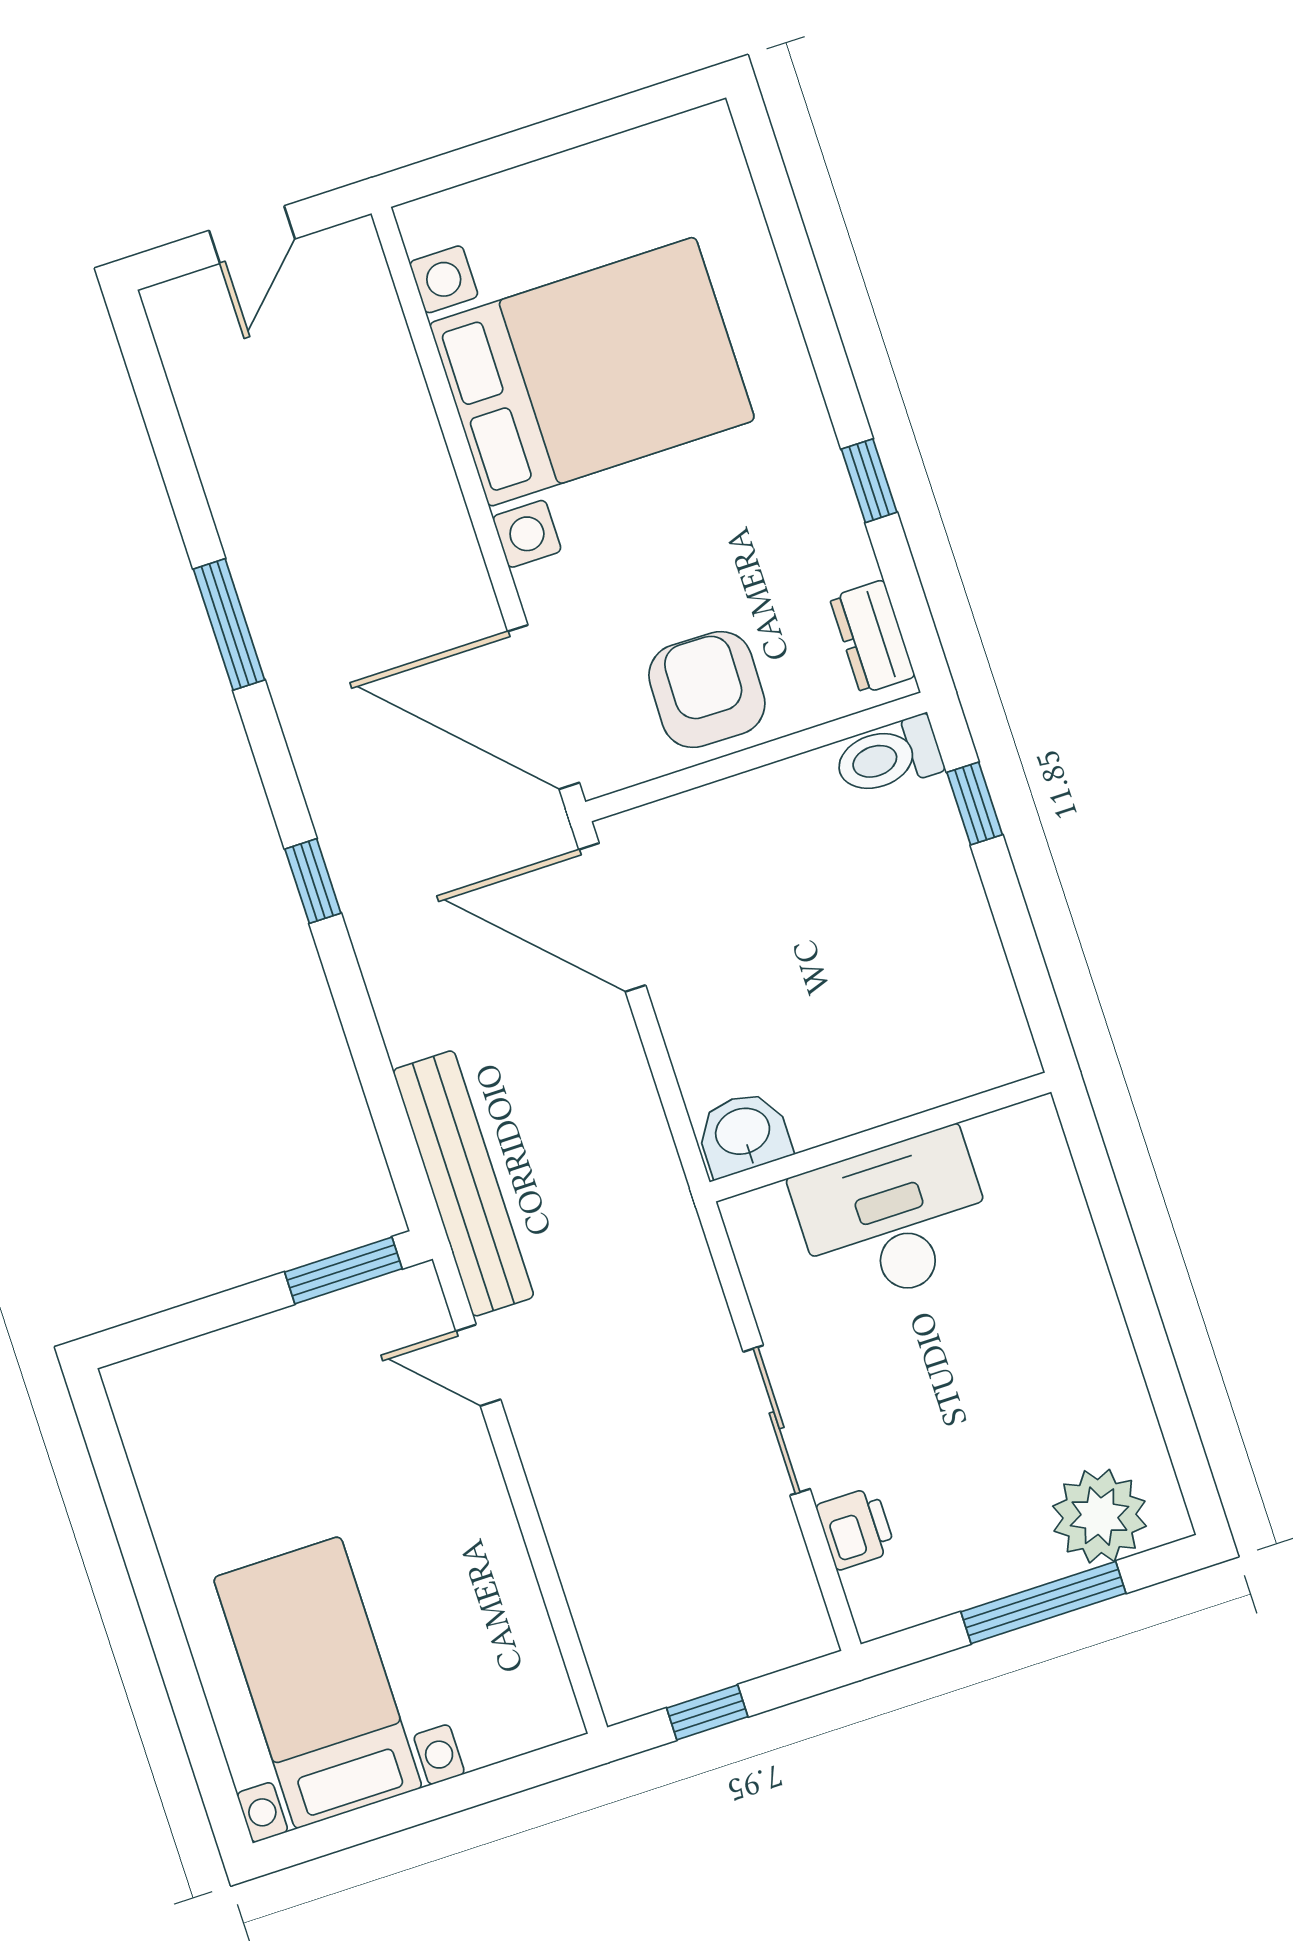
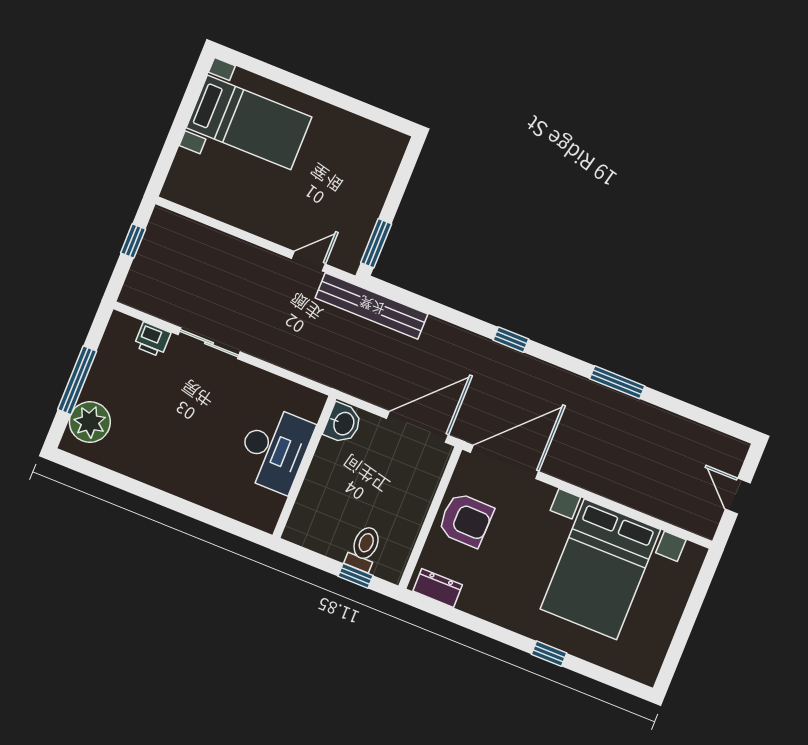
window: (869, 481) -> (549, 654), moved
toilet: (888, 757) -> (364, 548), moved
washbasin: (743, 1133) -> (343, 423), moved
wall: (880, 1137) -> (304, 467), moved
desk: (894, 1218) -> (274, 449), moved

